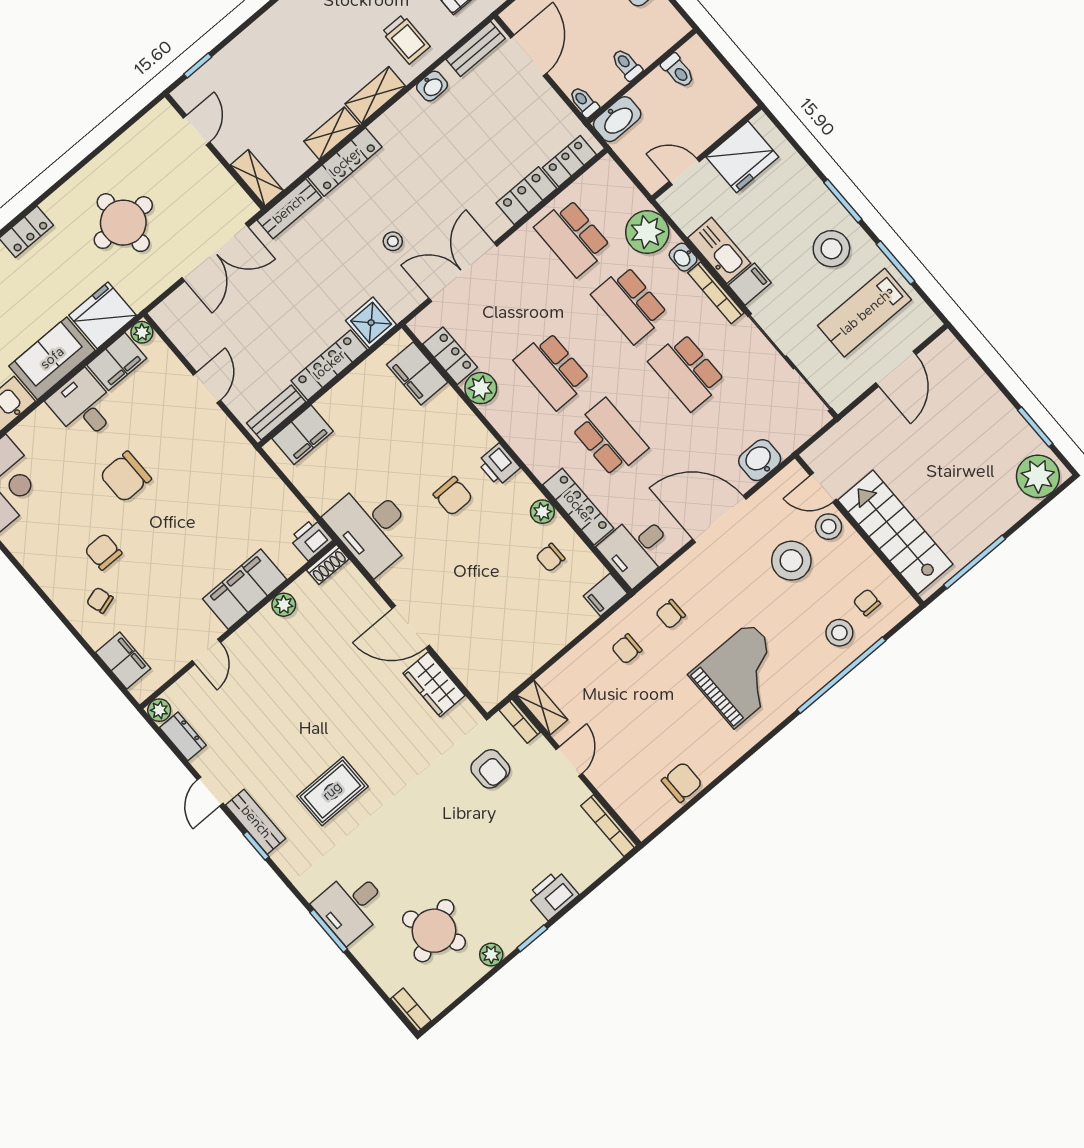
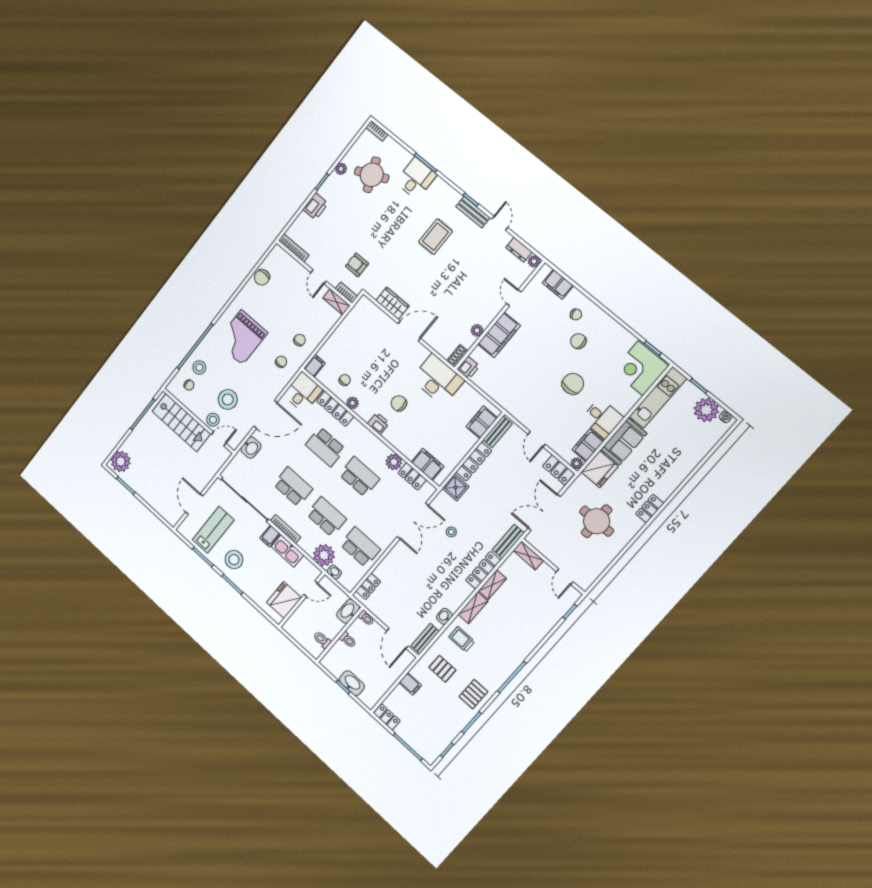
locker: (526, 196) -> (558, 470), moved, turned 90
washbasin: (683, 257) -> (334, 572), moved
chair: (103, 552) -> (578, 341), turned 180

